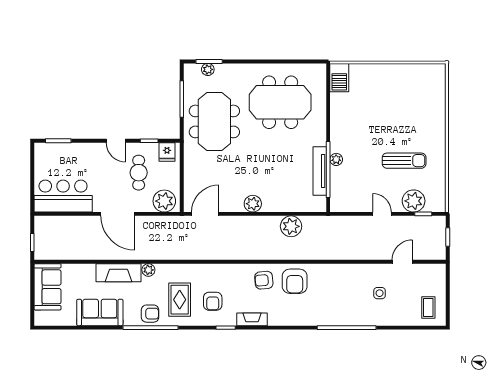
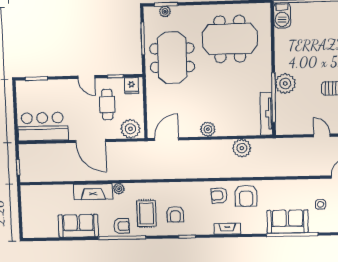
plant: (336, 159) -> (285, 84), width x1.88, depth x1.88
tv unit: (320, 171) -> (266, 114), moved
sofa: (48, 287) -> (288, 222), moved, turned -90
fireplace: (252, 319) -> (227, 229), moved

